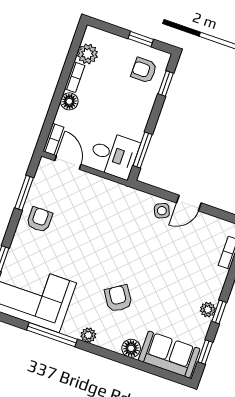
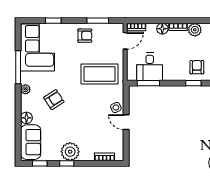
desk: (114, 155) -> (150, 67), moved
coffee table: (104, 218) -> (100, 74), added
plant: (208, 310) -> (70, 152), width x1.88, depth x1.88

